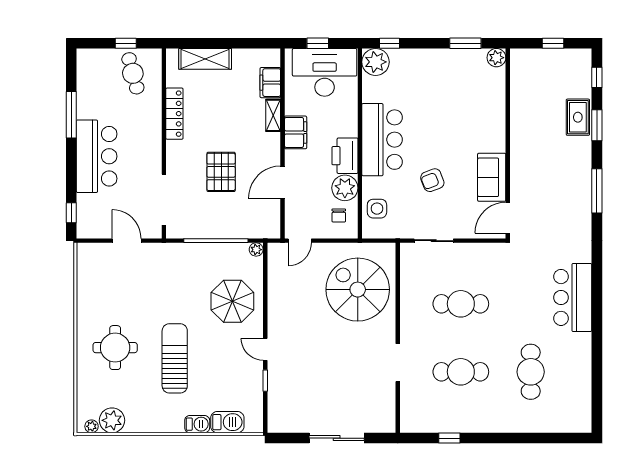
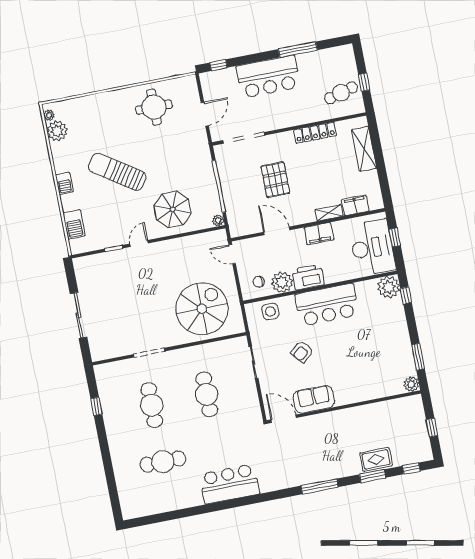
pallet: (221, 172) -> (275, 180), turned 90
armchair: (432, 180) -> (302, 352), turned -108
round table: (115, 348) -> (154, 107), moved
sun lounger: (175, 358) -> (117, 172), turned -146
barbecue: (197, 424) -> (64, 183), moved

